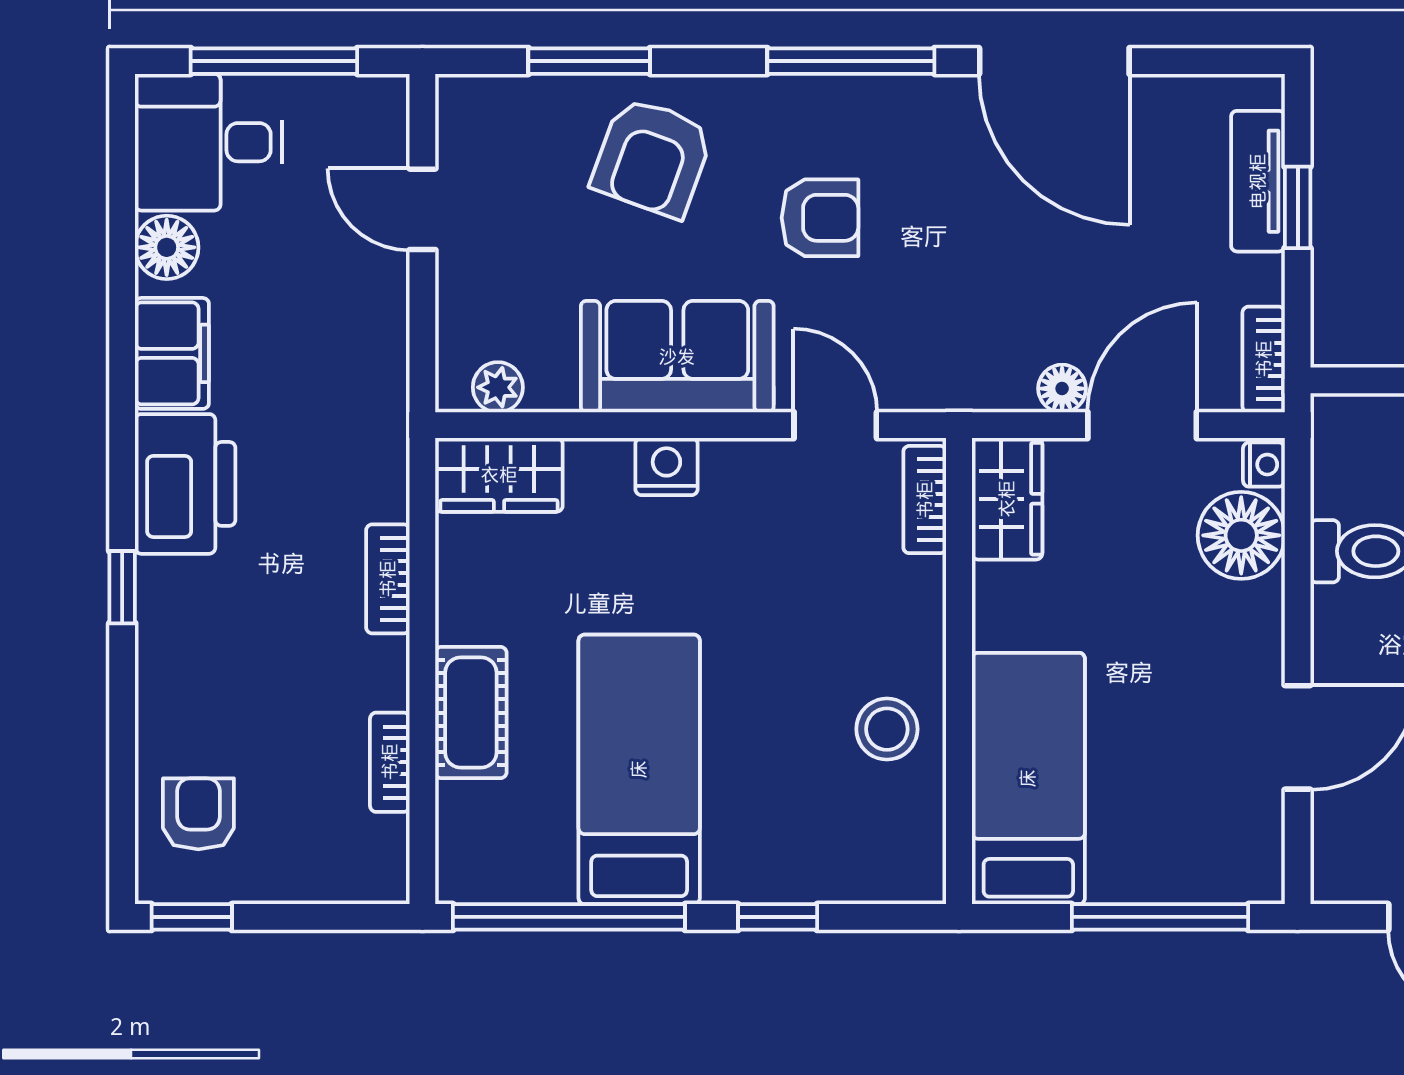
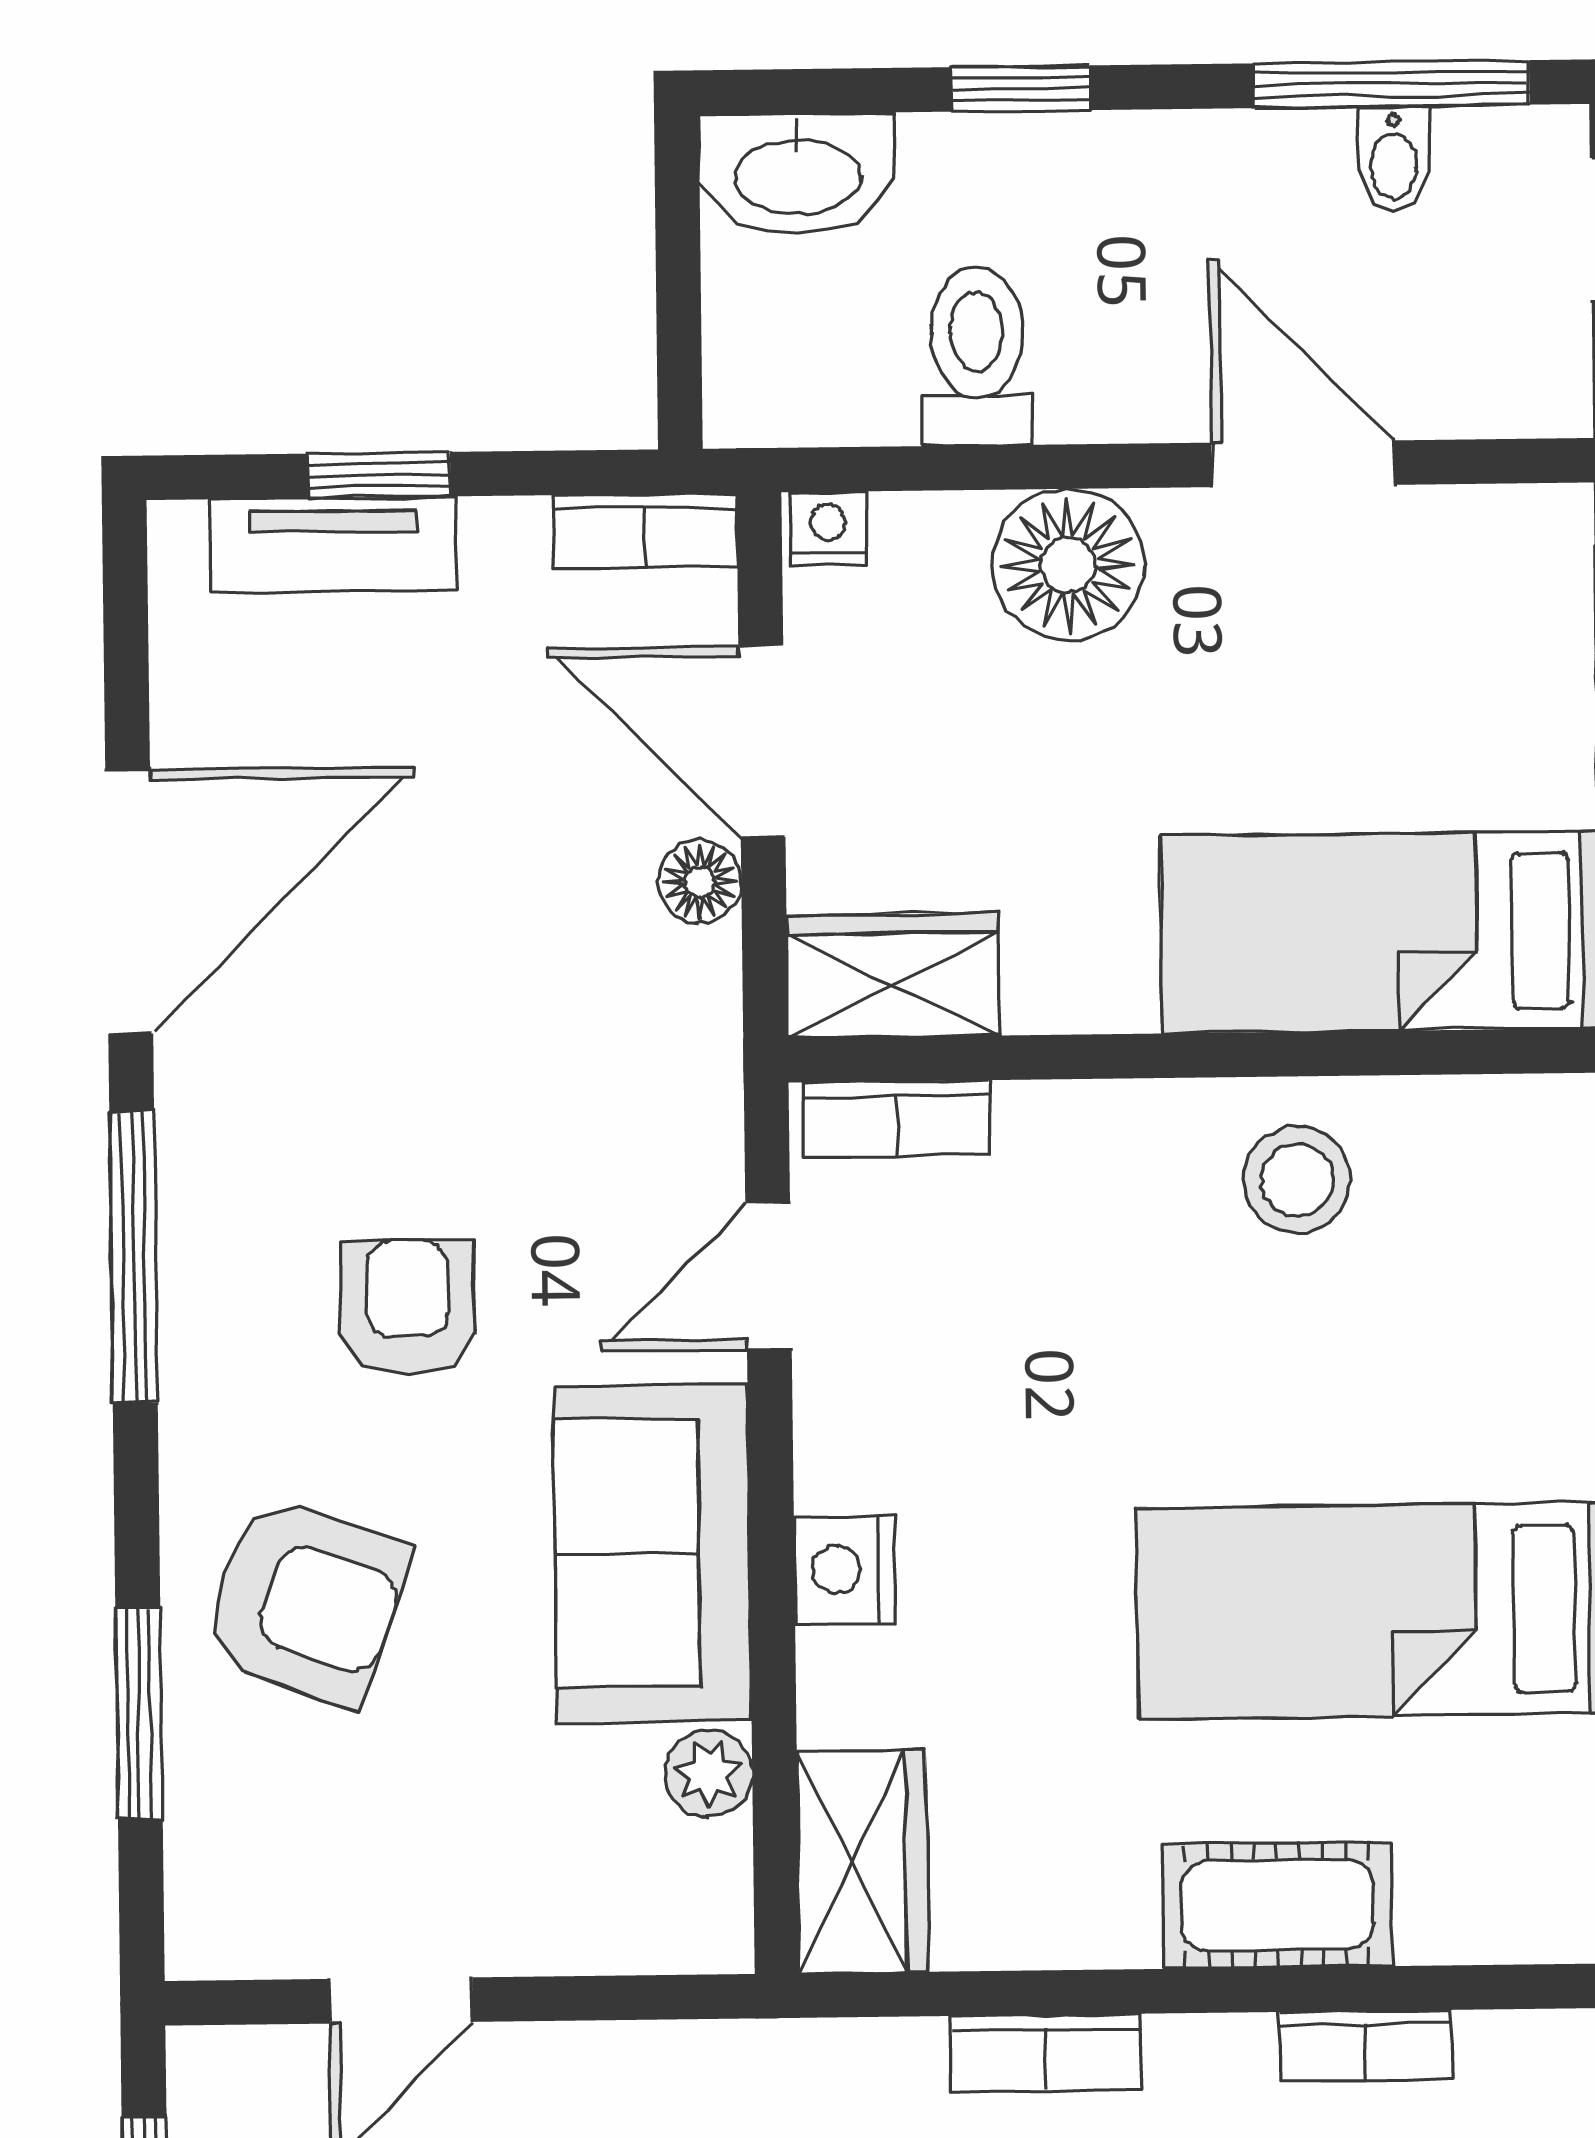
plant: (498, 387) -> (709, 1773), moved
floor lamp: (1241, 535) -> (1068, 565), moved

